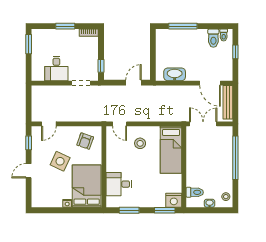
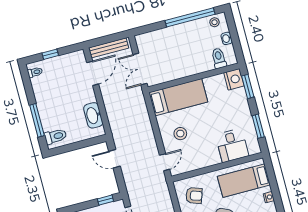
toilet: (213, 38) -> (55, 136), moved
window: (235, 158) -> (190, 17), moved
bed: (87, 186) -> (244, 181), width x0.67

